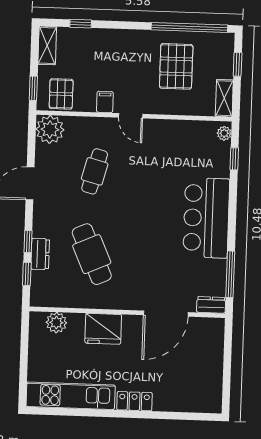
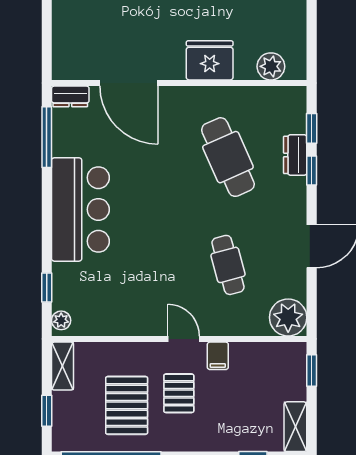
pallet: (61, 94) -> (179, 393), moved
cafe table: (95, 171) -> (228, 265), turned -30
door: (166, 314) -> (129, 83), swing flipped

